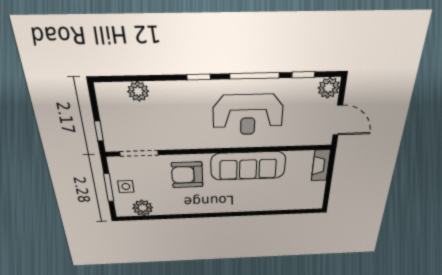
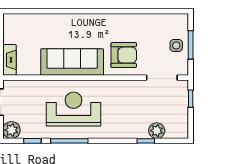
window: (199, 77) -> (146, 141), moved
plant: (143, 208) -> (164, 22), removed

